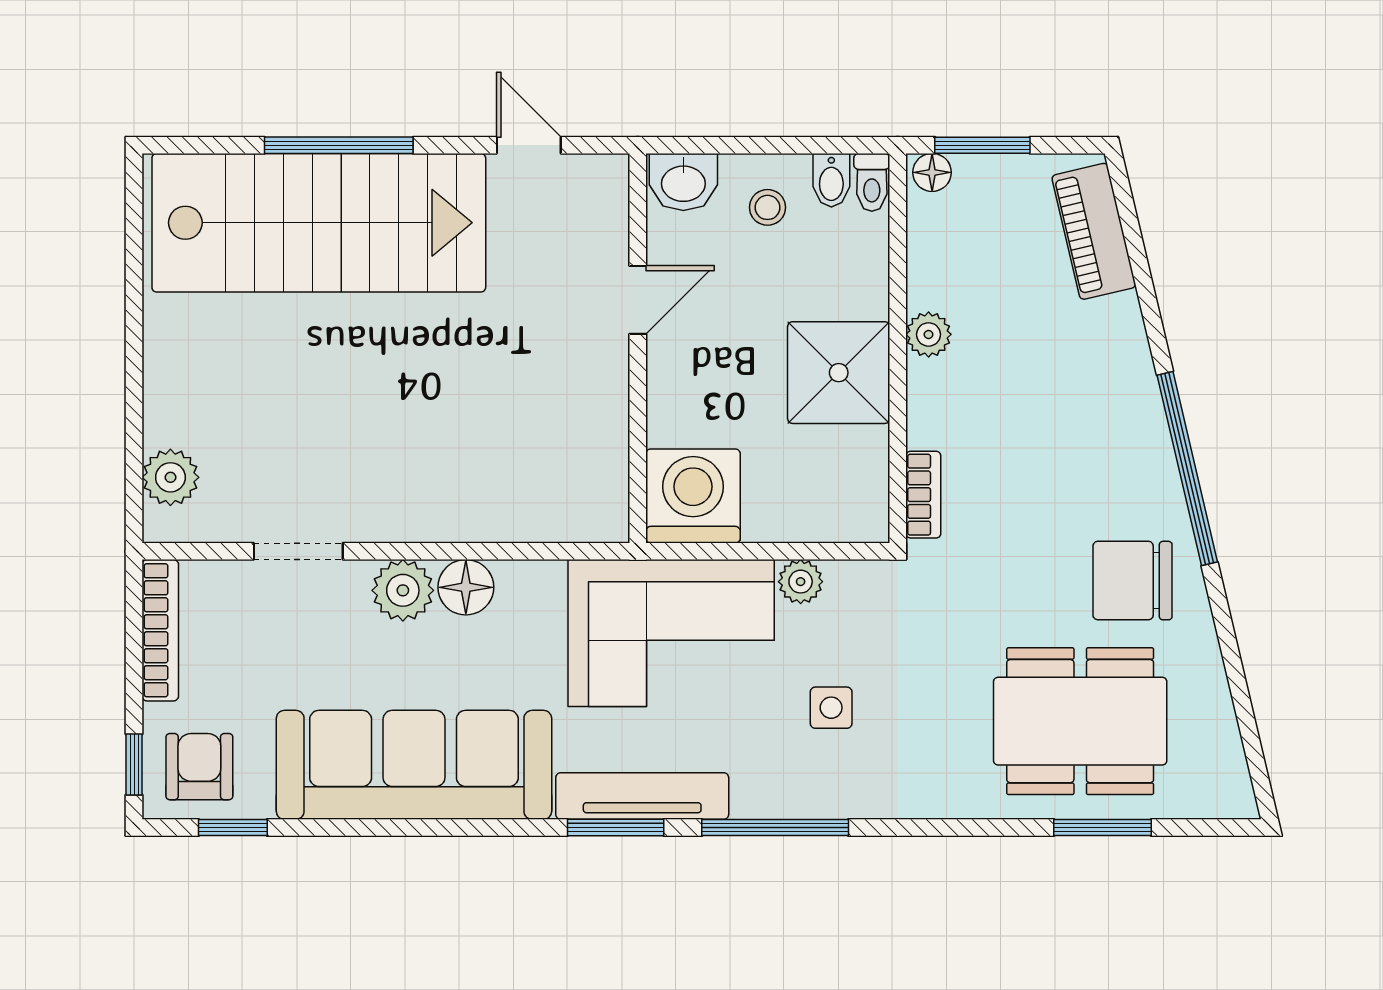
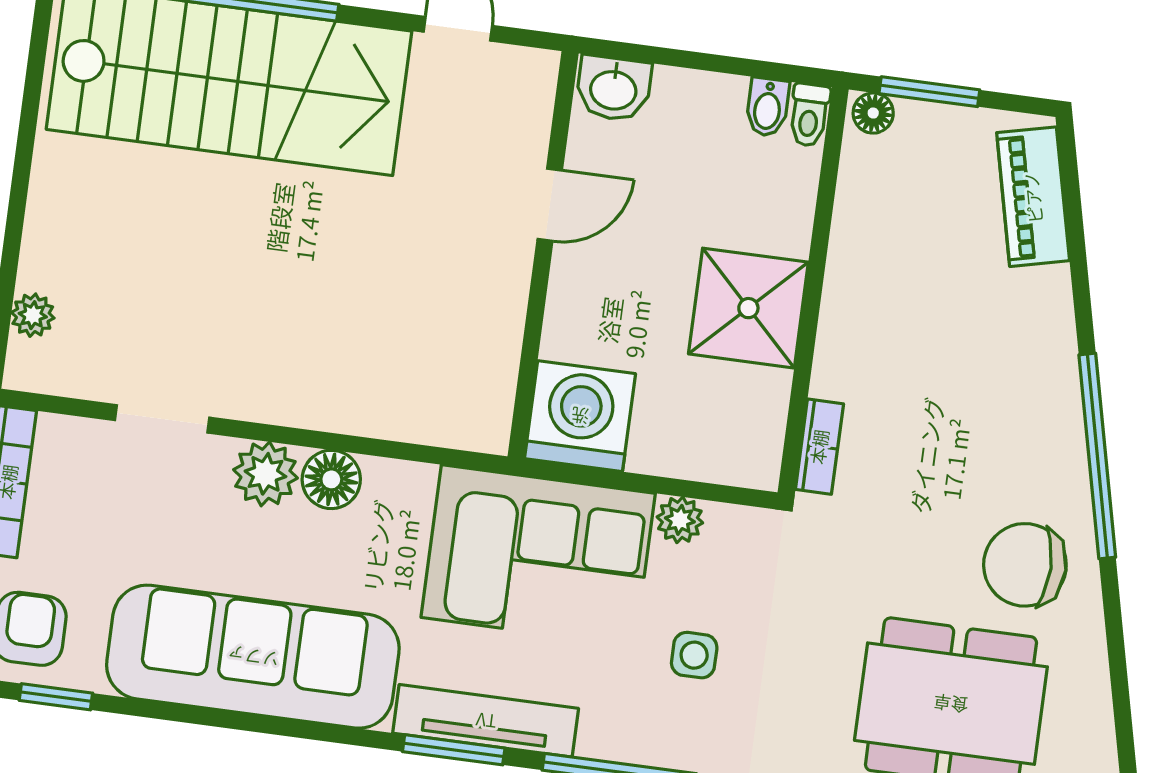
stool: (768, 207) -> (697, 127), removed
plant: (929, 334) -> (847, 281), removed
plant: (170, 477) -> (33, 315), width x0.73, depth x0.73

